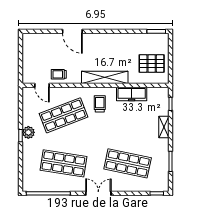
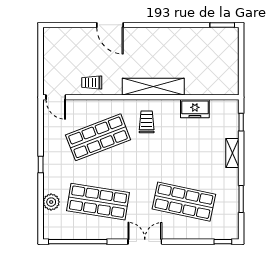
pallet: (152, 64) -> (216, 68), removed
door: (42, 85) -> (56, 97), moved
freezer: (132, 94) -> (195, 109), width x0.71
plant: (28, 132) -> (51, 202), moved

